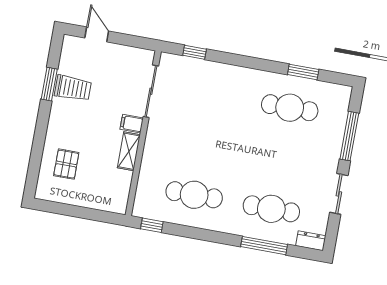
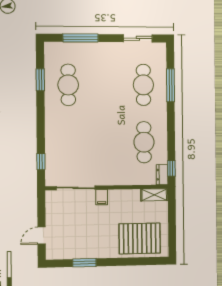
trolley: (73, 88) -> (84, 245), removed
shelving: (129, 151) -> (154, 195), moved
pallet: (66, 164) -> (140, 238), width x2.05, depth x2.00
sliding door: (339, 194) -> (138, 38), moved
dresser: (311, 241) -> (162, 175), moved

